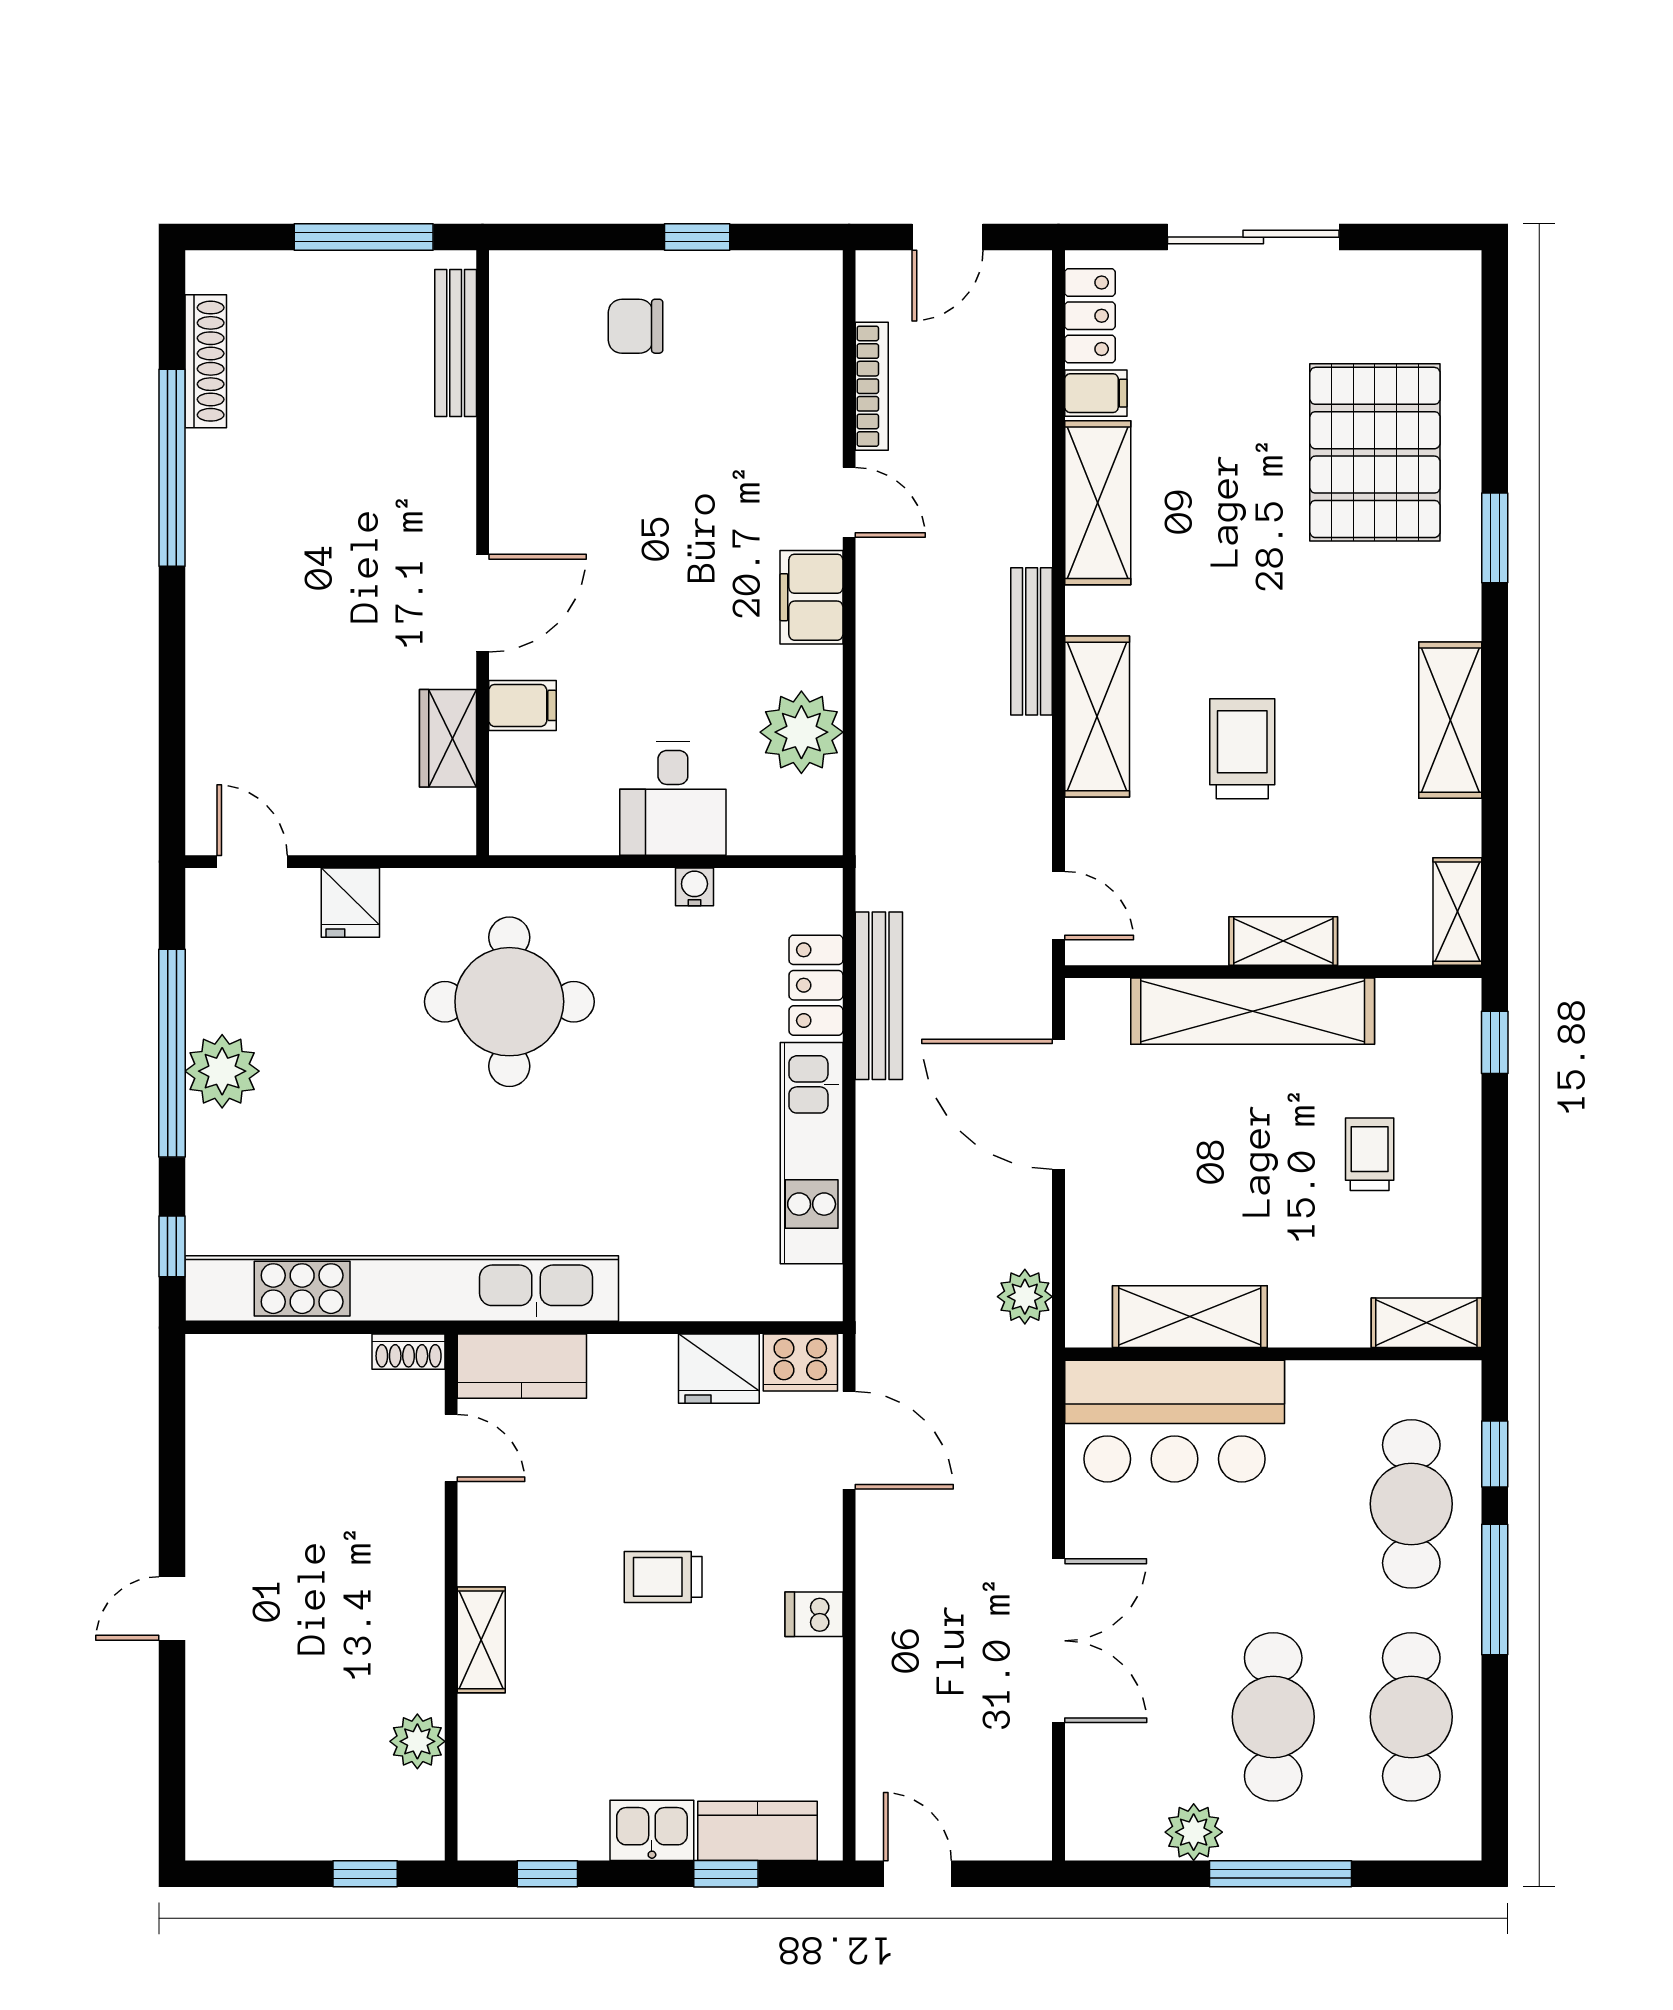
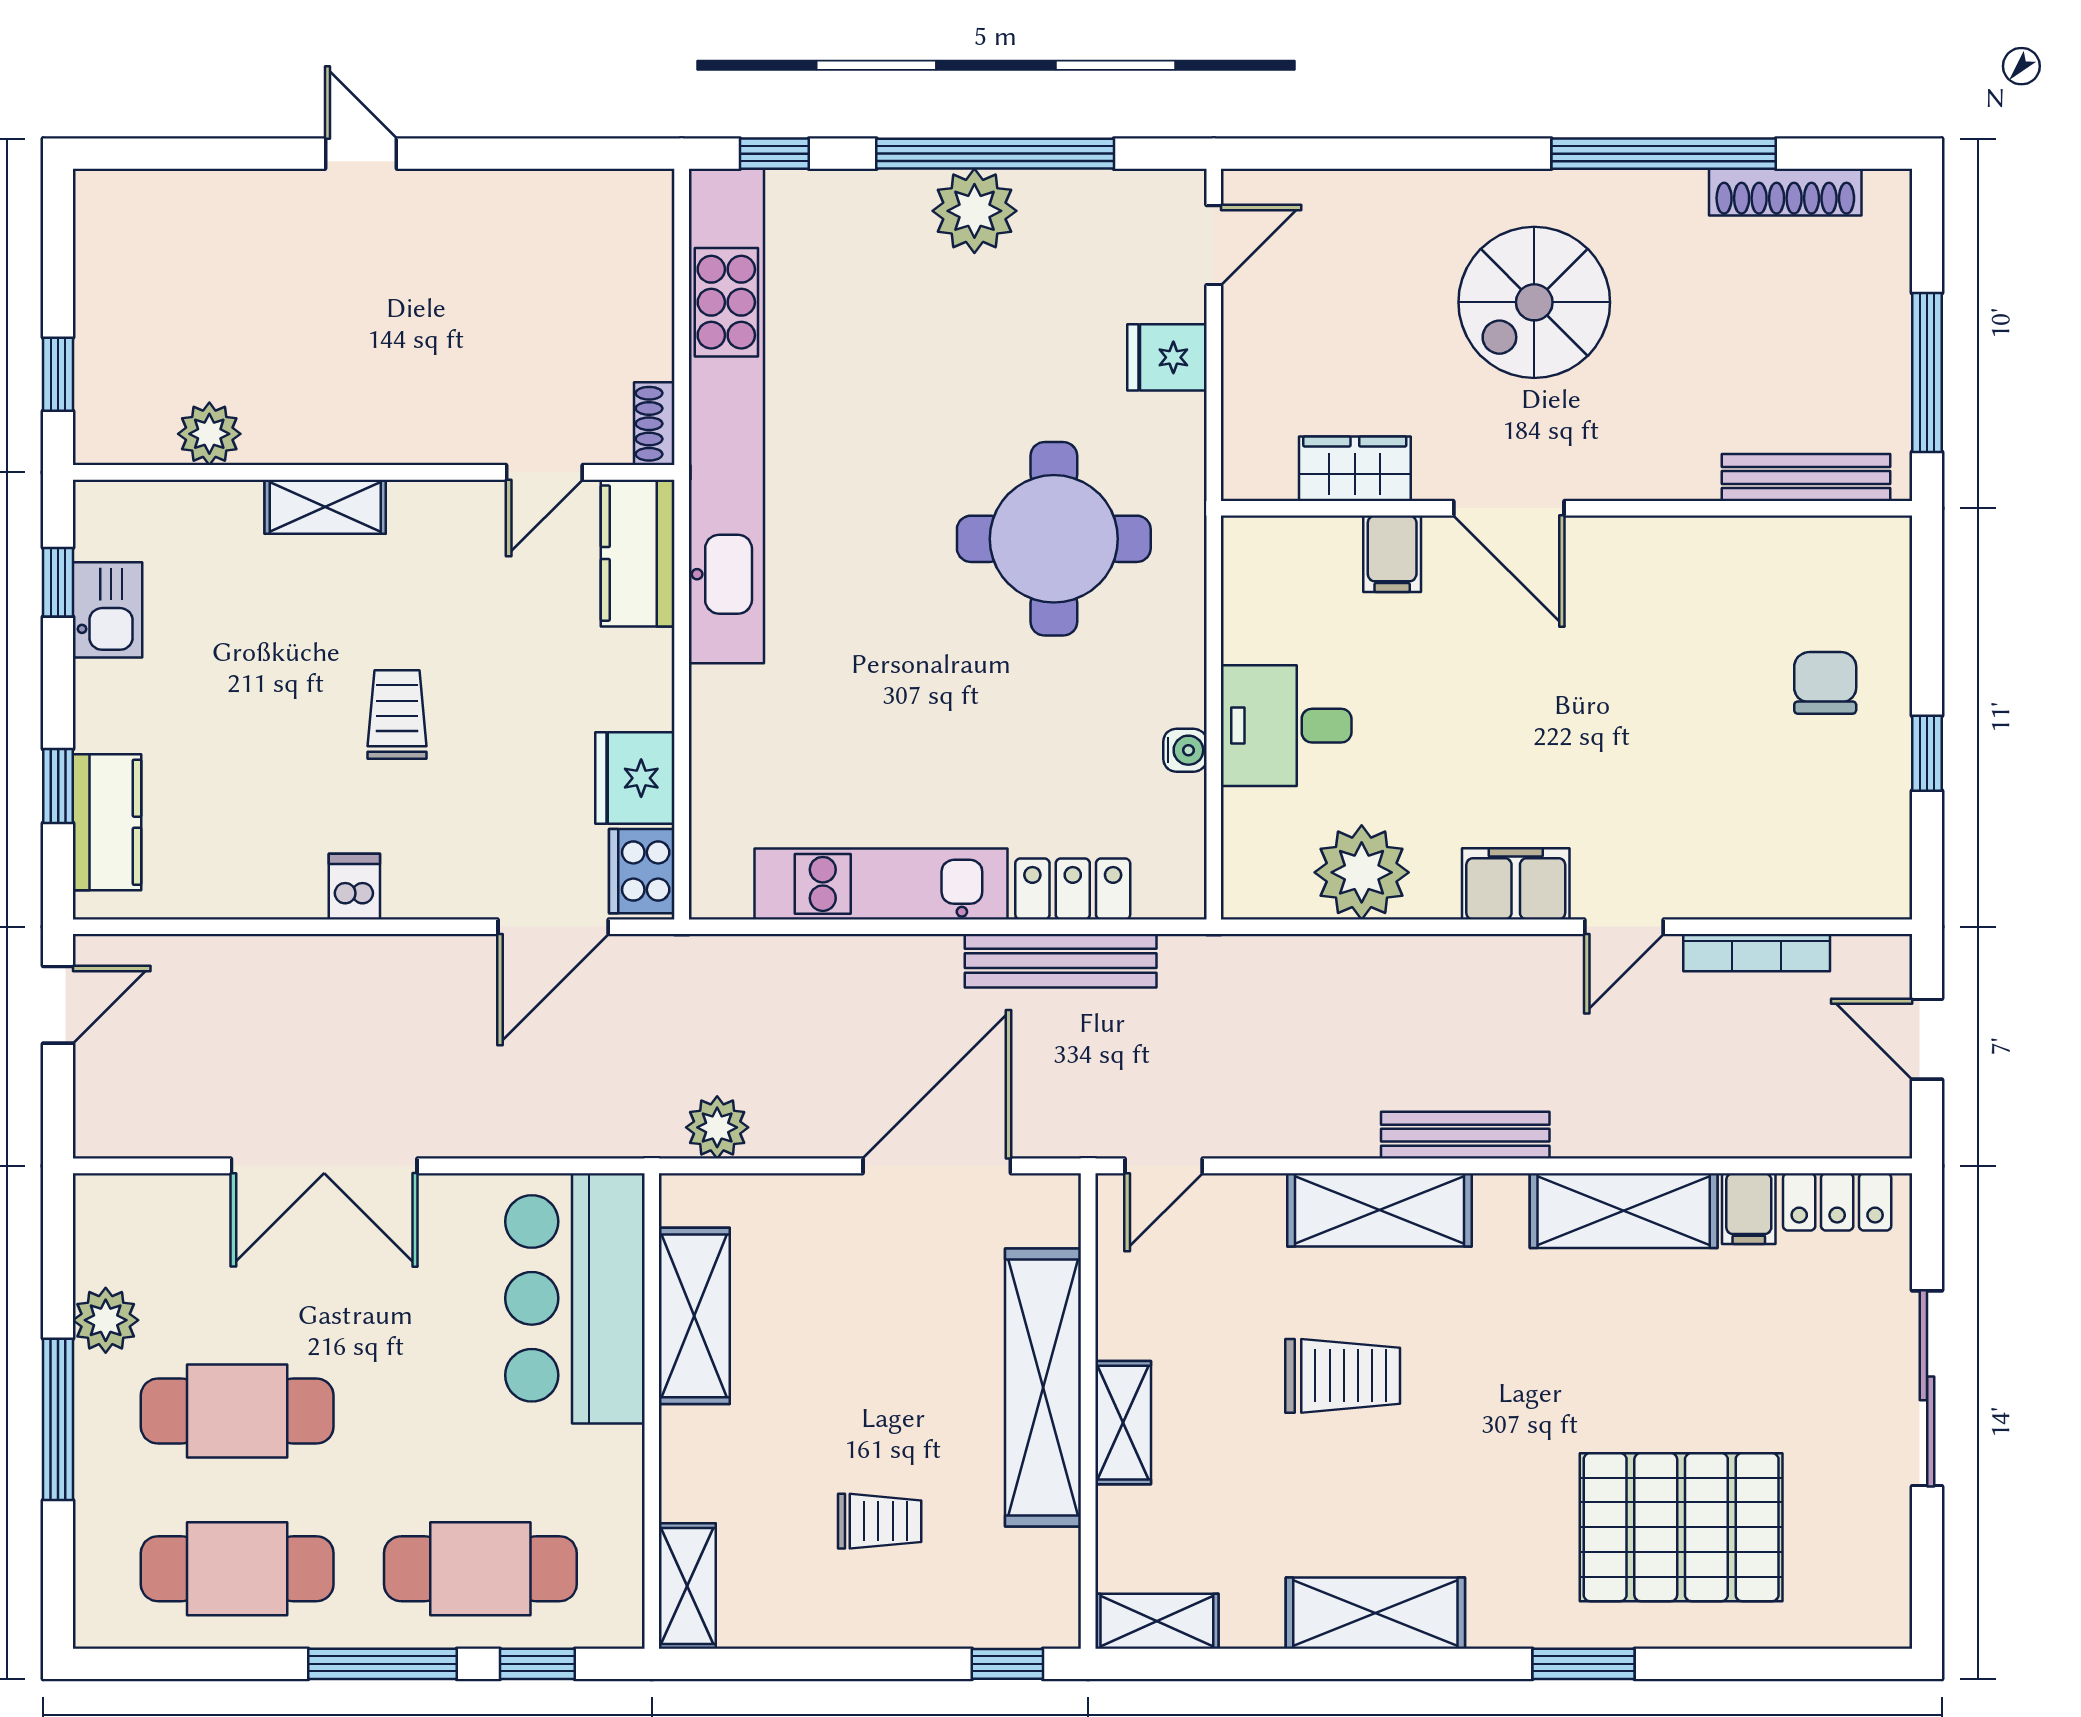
spiral stairs: (302, 581) -> (1534, 302), added
kitchen sink: (652, 1830) -> (108, 610), moved

